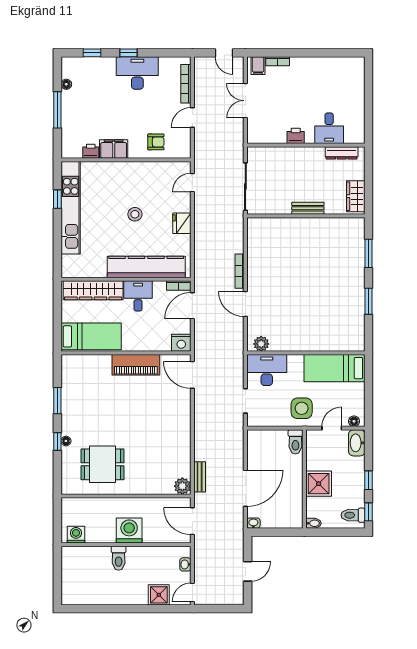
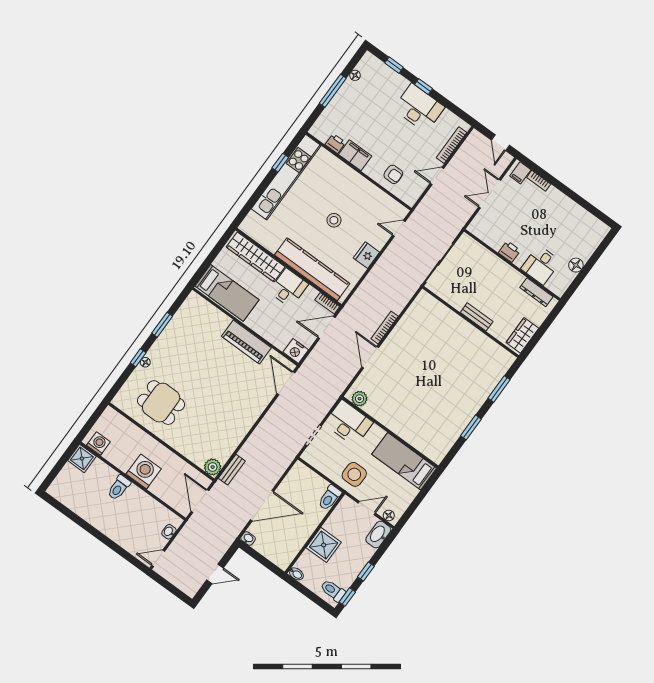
floor lamp: (358, 108) -> (576, 265), added
shower: (159, 595) -> (82, 458), moved

